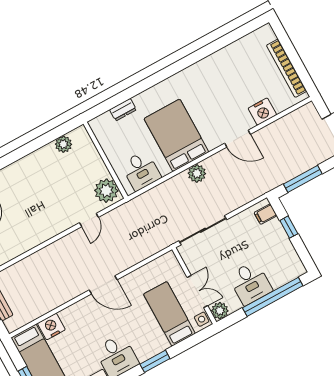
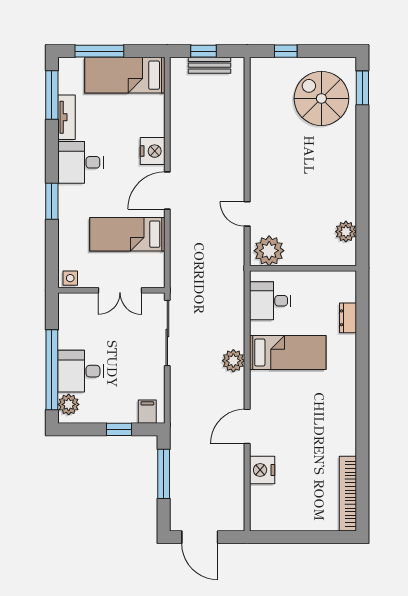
bookcase: (287, 68) -> (348, 494), moved, turned -90
bed: (176, 135) -> (288, 352), width x0.67
desk: (250, 283) -> (81, 371), moved
double door: (197, 292) -> (120, 290), moved
plant: (220, 311) -> (69, 404), moved
bed: (169, 314) -> (127, 234), moved, turned 180
nightstand: (51, 326) -> (153, 151), moved

